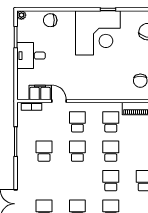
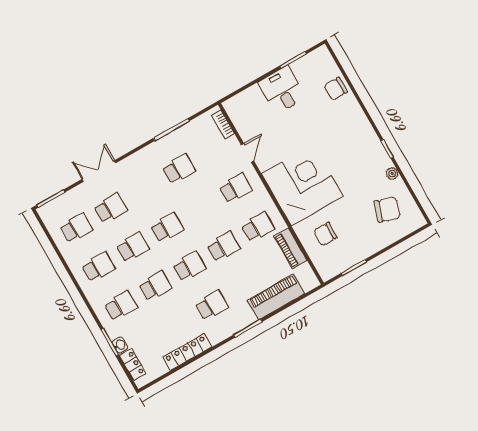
plant: (21, 15) -> (392, 173), moved
chair: (50, 20) -> (336, 89), turned -90
corner desk: (98, 33) -> (302, 185), moved, turned 180
filing cabinet: (40, 92) -> (245, 125), removed
school desk: (77, 151) -> (167, 227), moved

